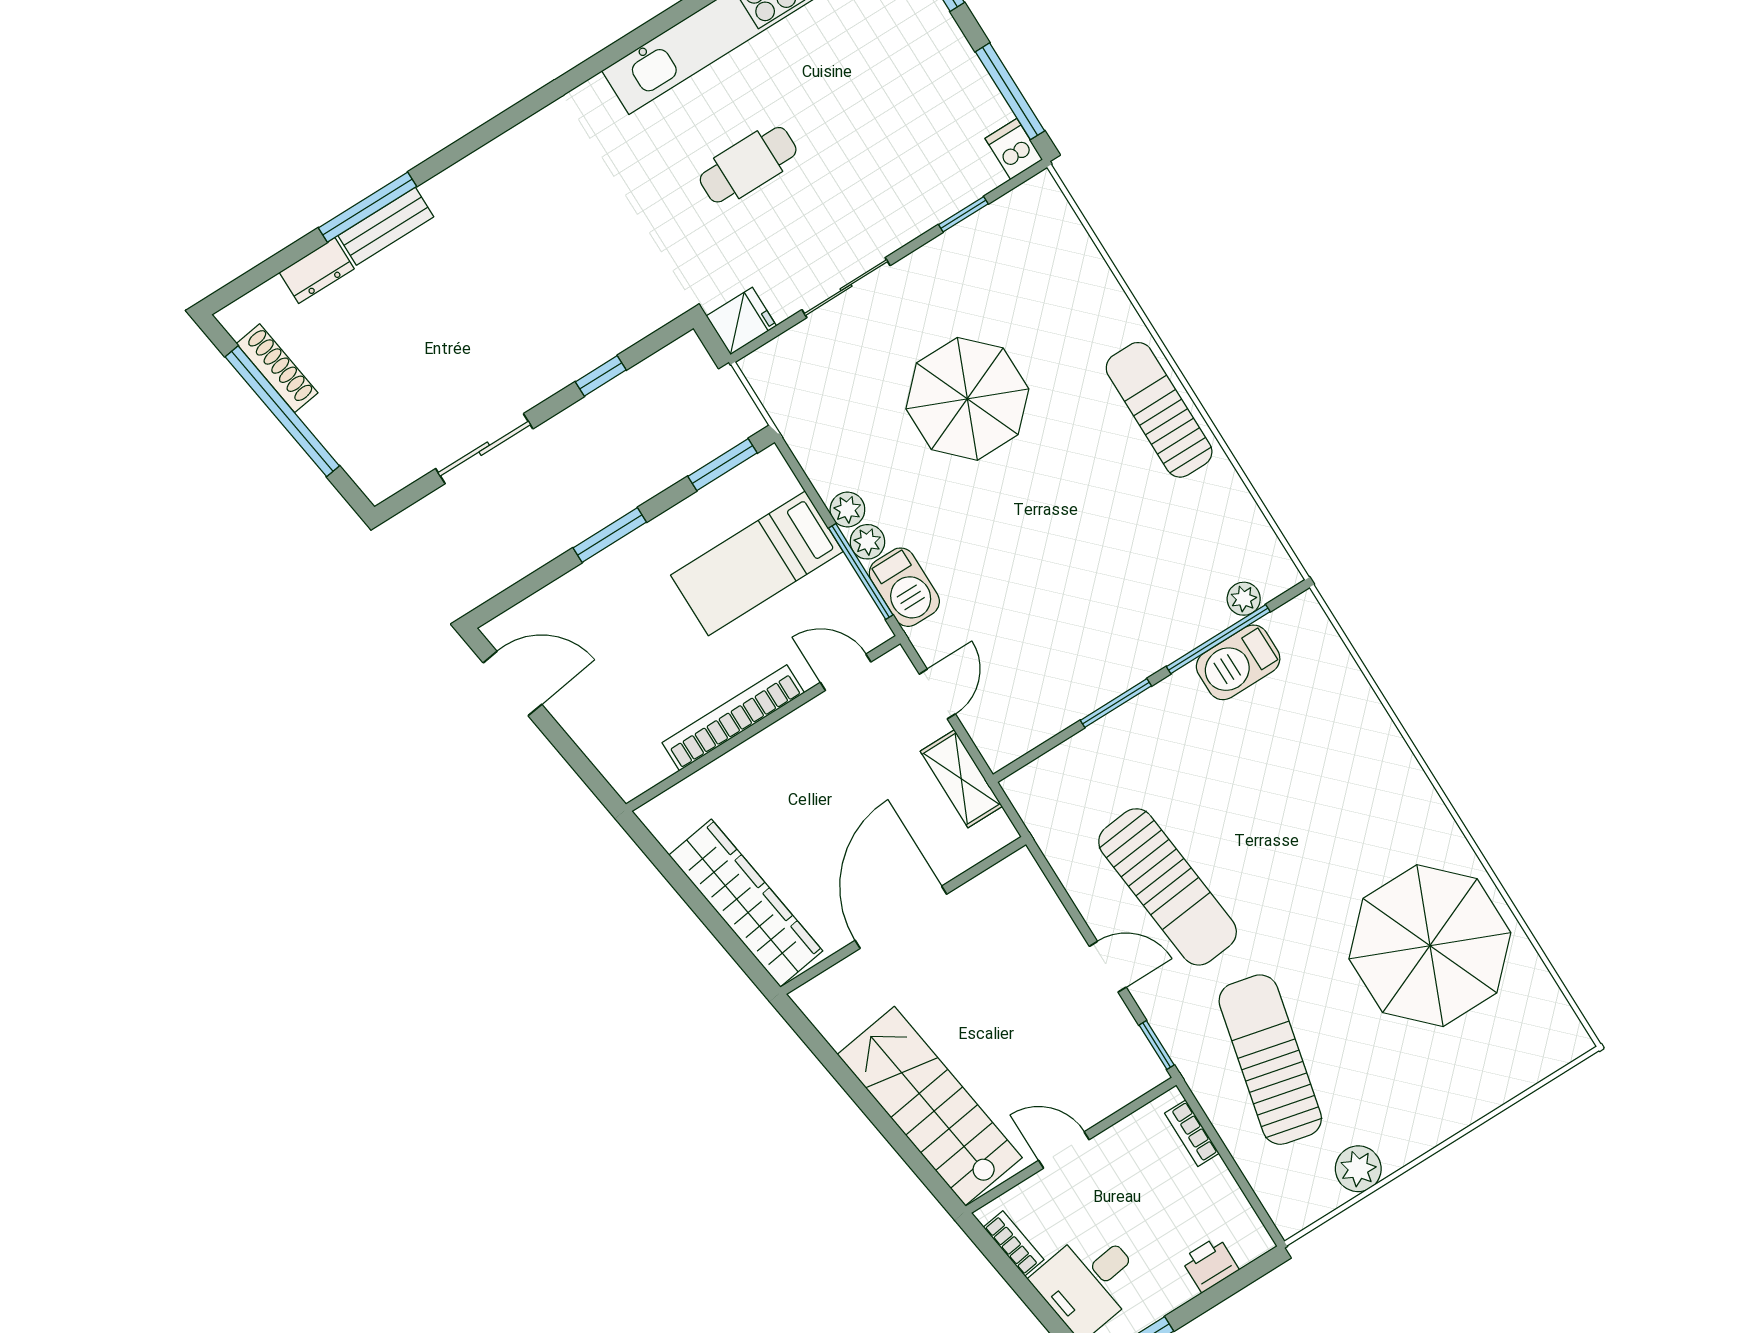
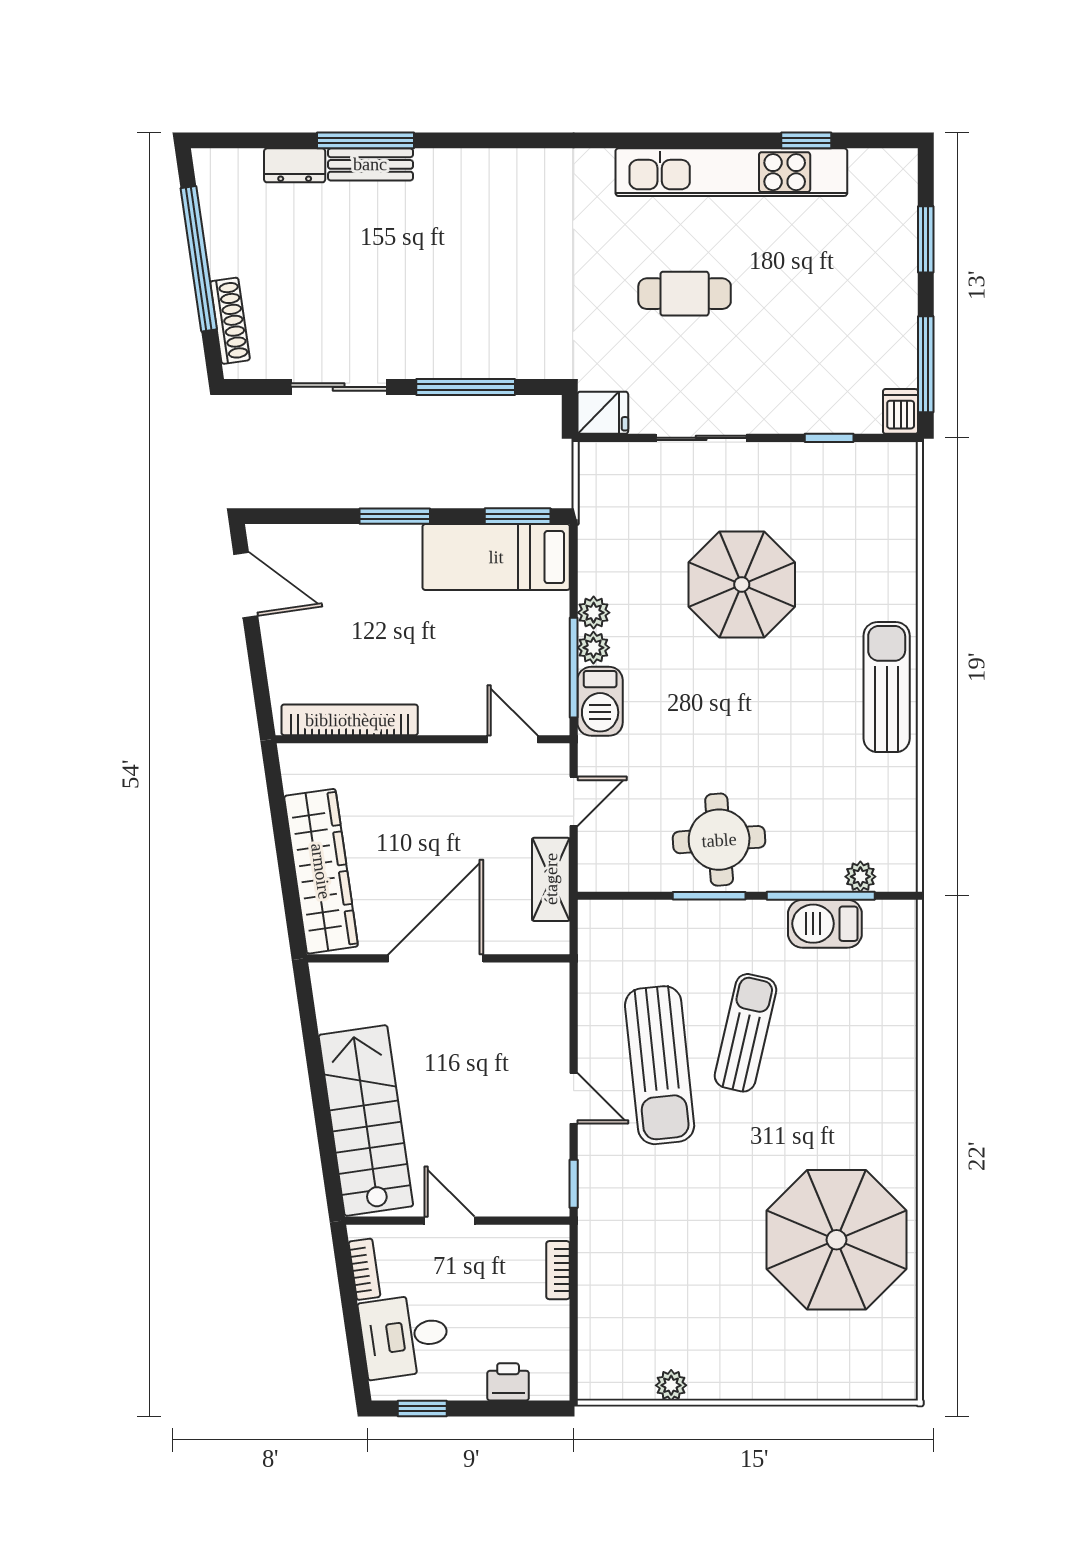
shoe rack: (277, 368) -> (230, 321), moved
window: (601, 376) -> (466, 387), width x2.17
bed: (757, 563) -> (496, 557), moved
round table: (1093, 646) -> (719, 840), added
bookcase: (733, 718) -> (350, 720), moved
sun lounger: (1270, 1060) -> (745, 1033), moved, width x0.73, depth x0.75
plant: (1358, 1169) -> (671, 1385), width x0.73, depth x0.73

